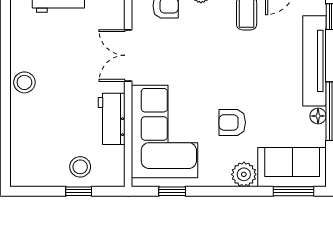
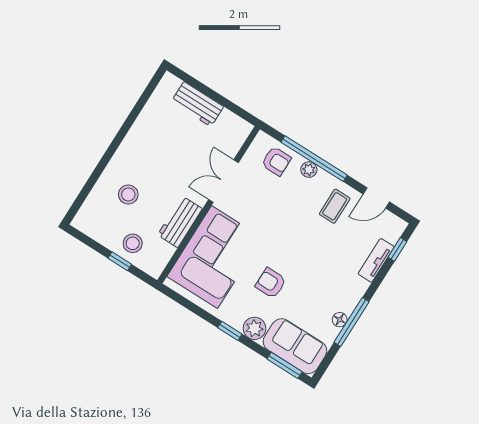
tv unit: (314, 61) -> (376, 260), width x0.52, depth x0.78
stool: (24, 82) -> (128, 195), moved
window: (172, 191) -> (230, 331), moved

